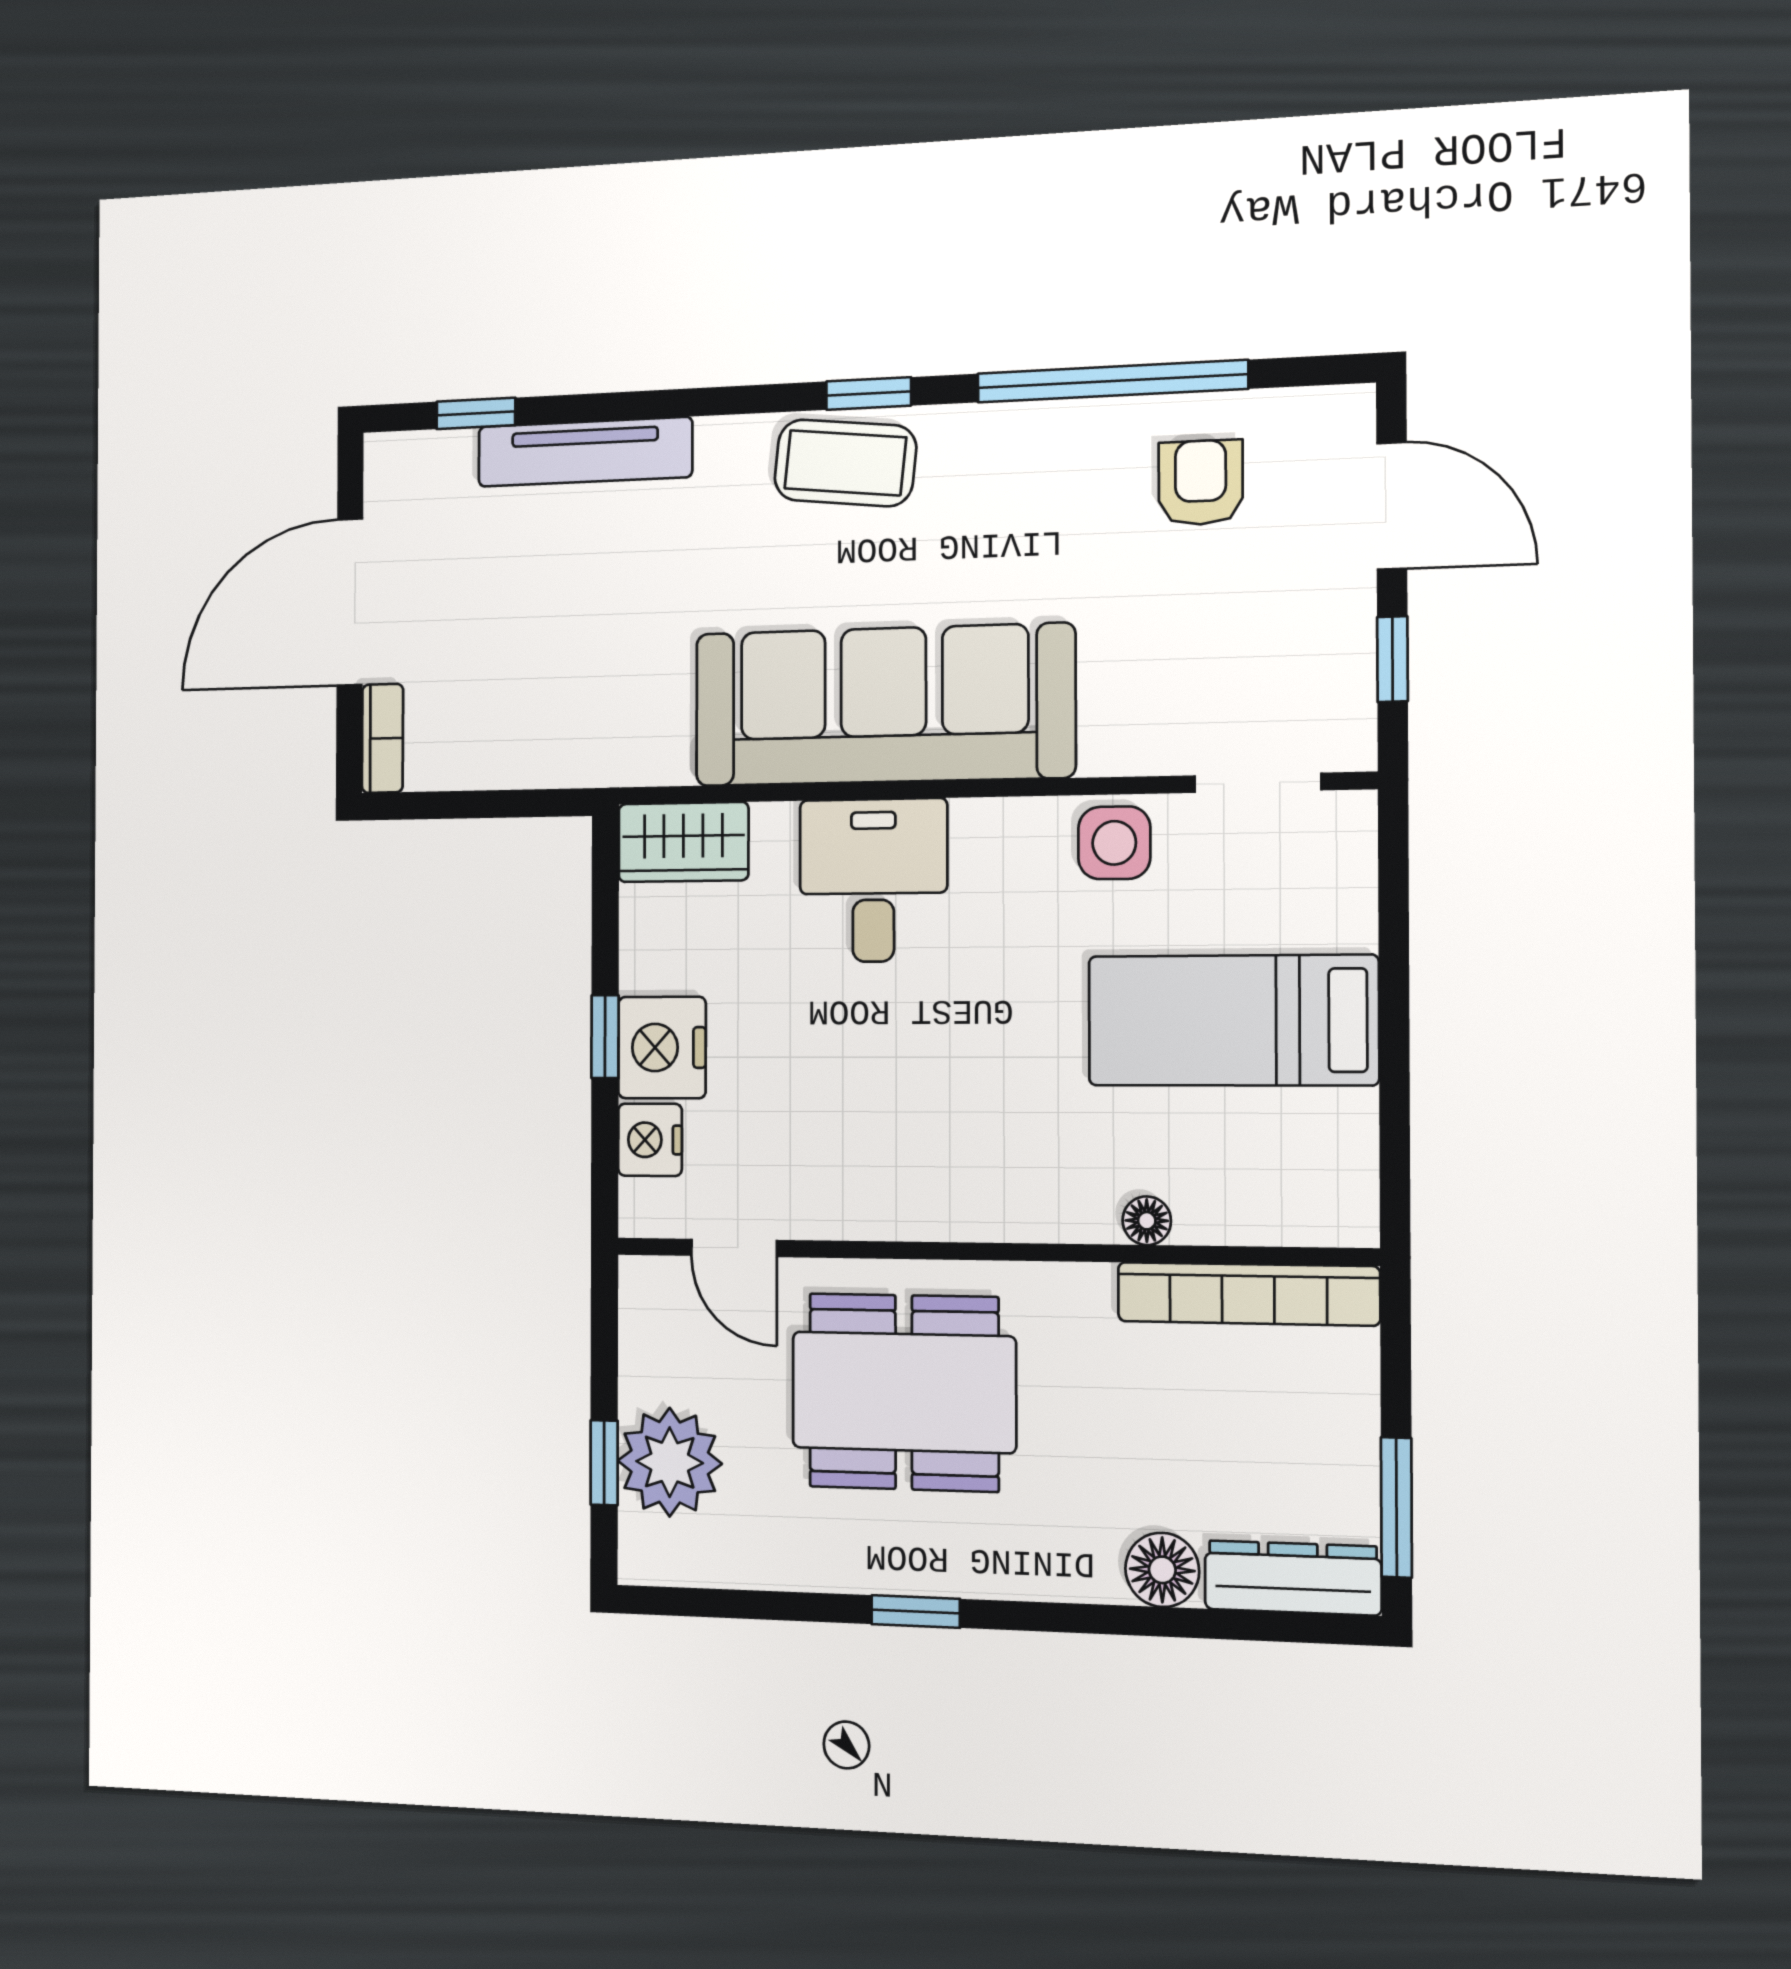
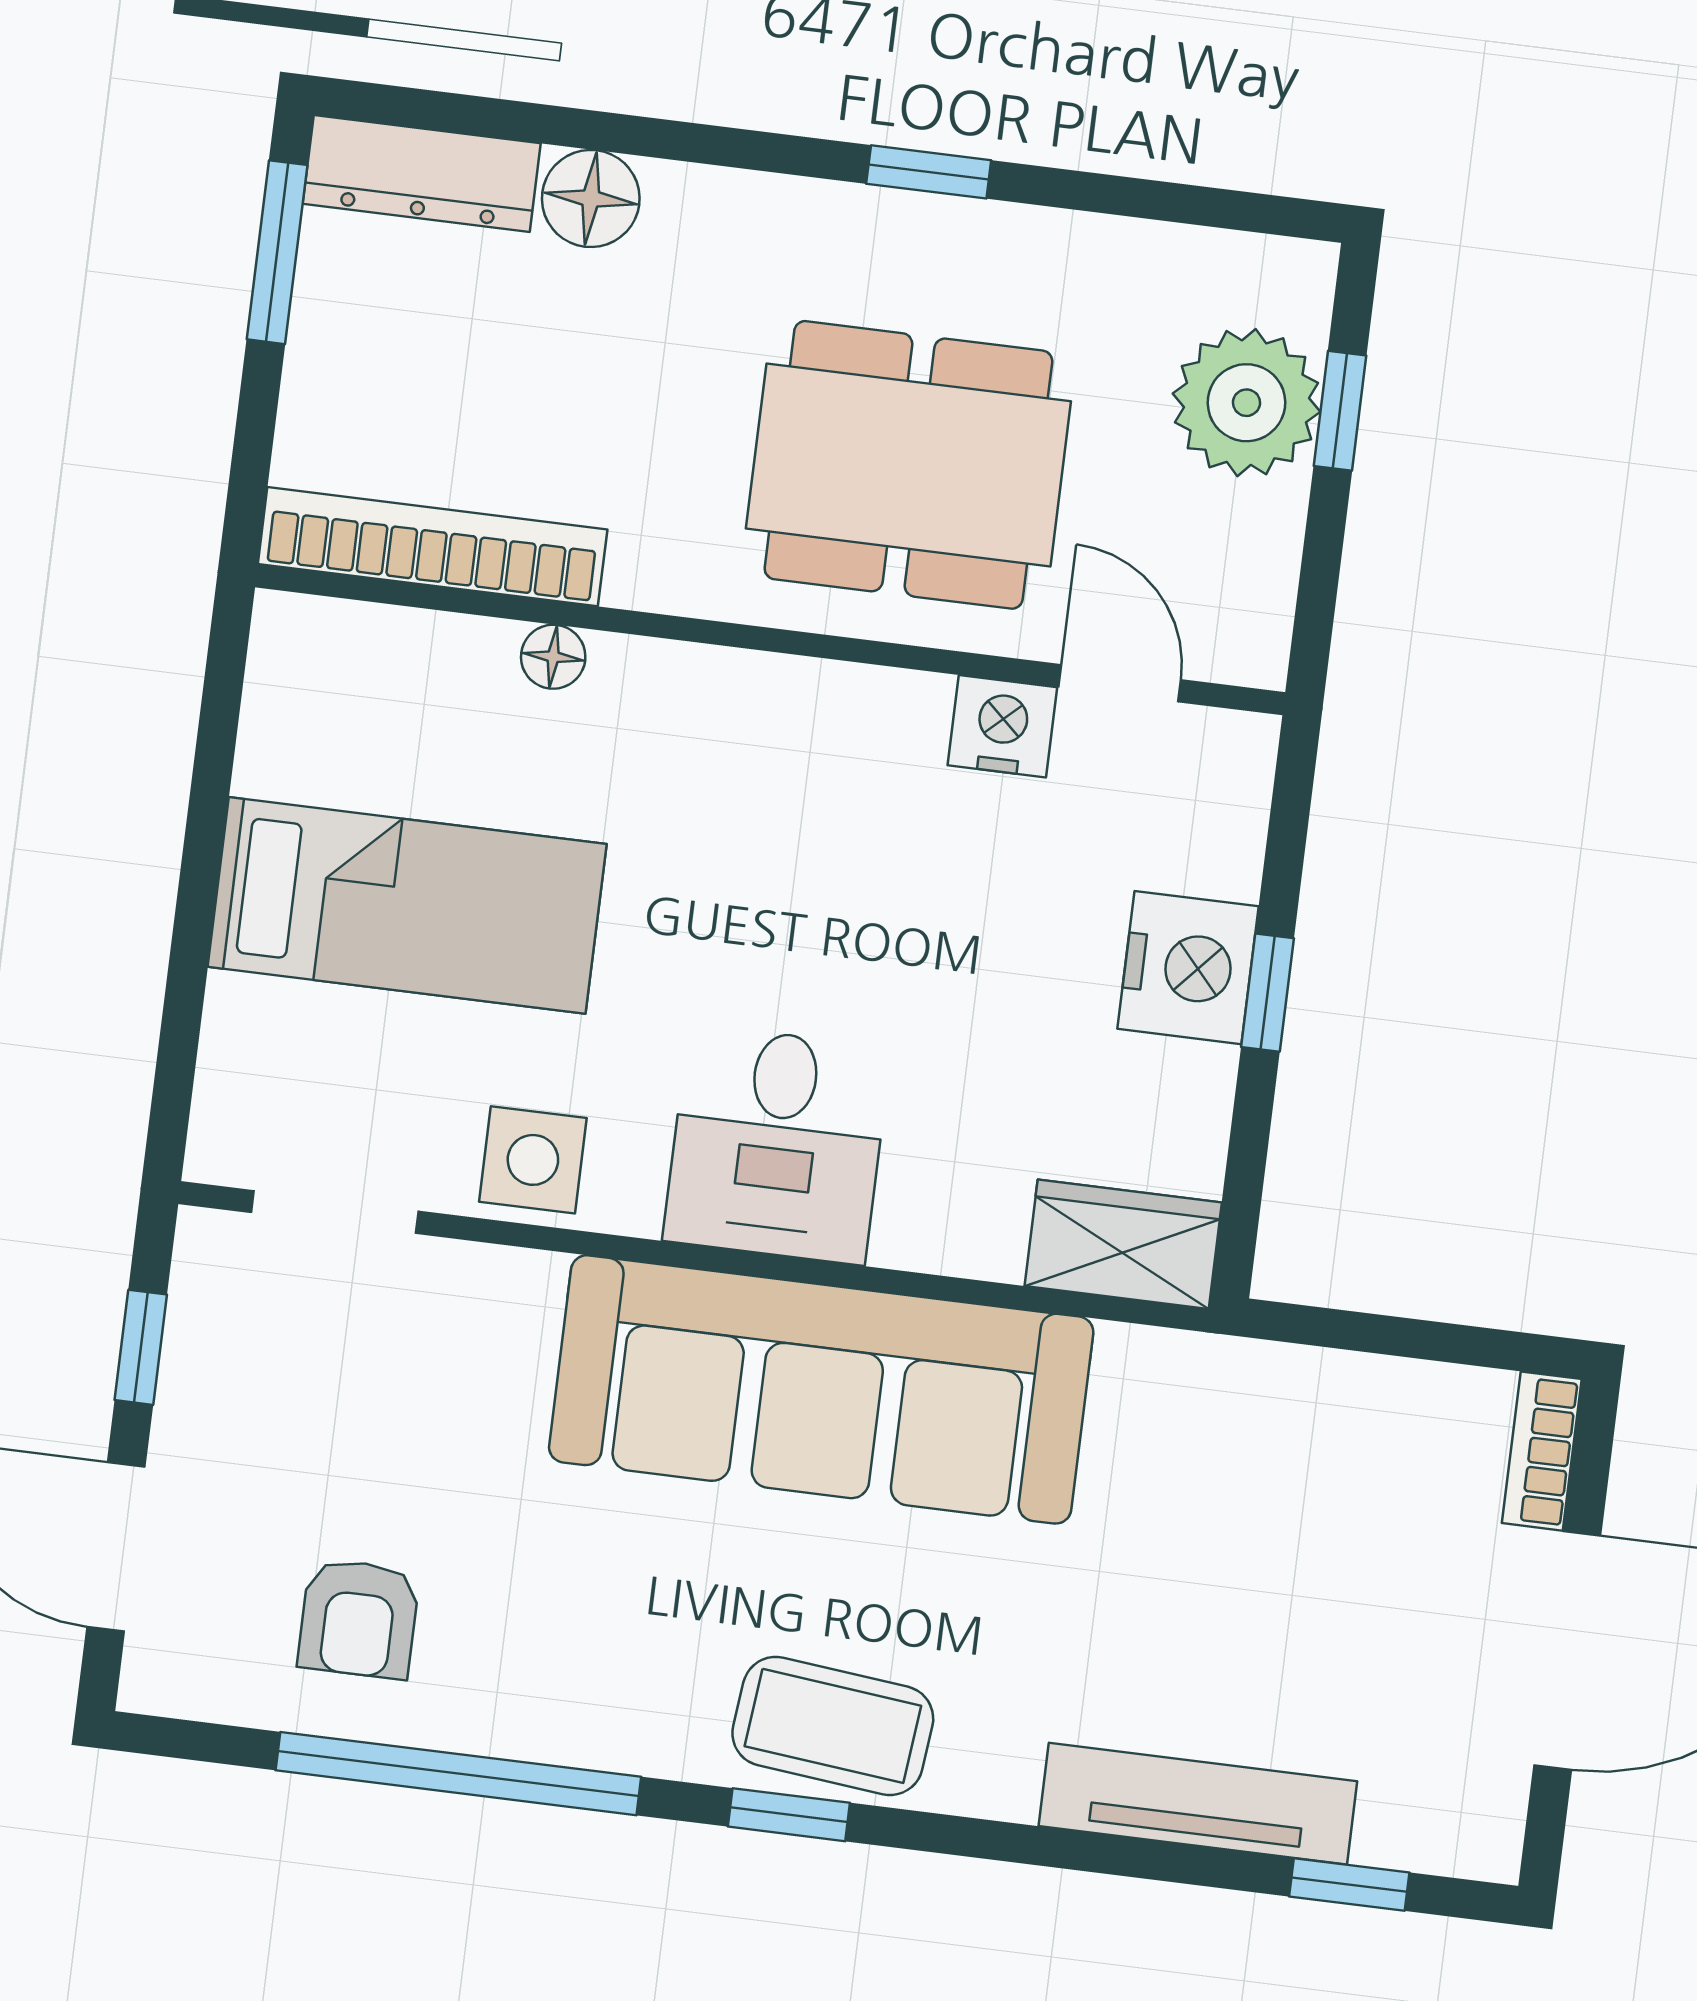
desk: (873, 880) -> (777, 1144), moved
nightstand: (650, 1140) -> (1002, 726), moved, turned -90

